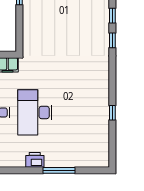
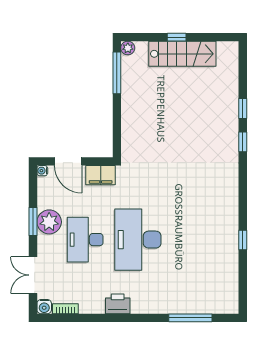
printer: (35, 160) -> (118, 304), moved
window: (59, 170) -> (190, 318), moved

